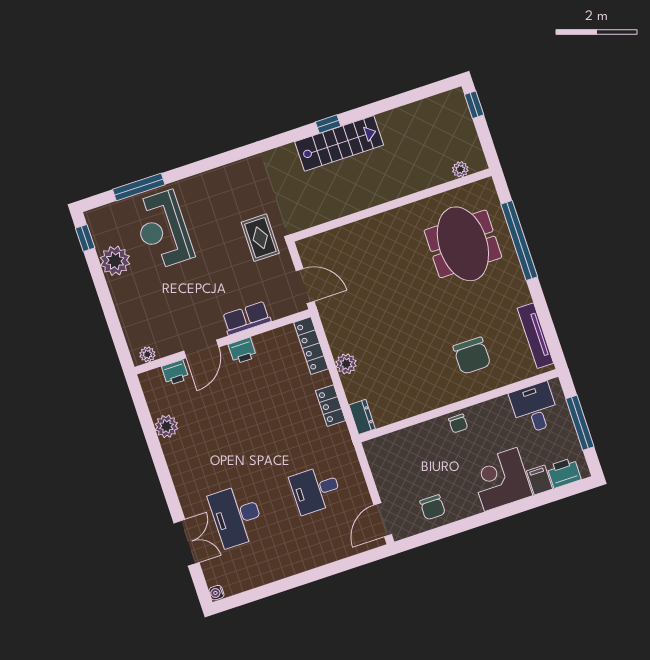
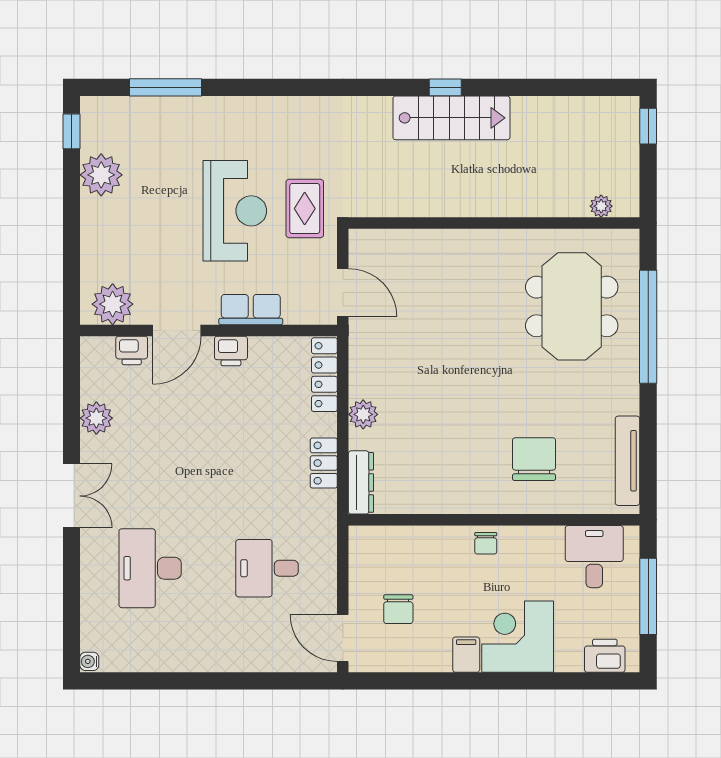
reception desk: (163, 230) -> (235, 211), moved, turned 180
plant: (147, 354) -> (113, 304), width x1.87, depth x1.87
chair: (472, 356) -> (534, 459), turned 180
dresser: (362, 417) -> (361, 482), width x1.44
filing cabinet: (540, 480) -> (466, 655), moved
chair: (433, 507) -> (398, 609), moved
door: (383, 520) -> (343, 638), hinge flipped
double door: (186, 543) -> (71, 496), moved

